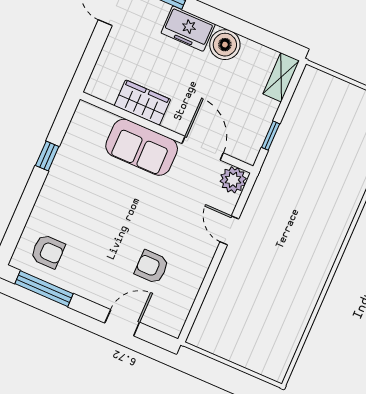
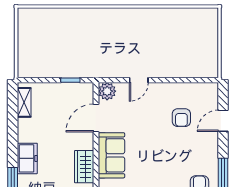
boiler: (225, 45) -> (27, 132), removed
shelving: (281, 77) -> (24, 102), moved, turned 90
door: (122, 323) -> (223, 121), hinge flipped

